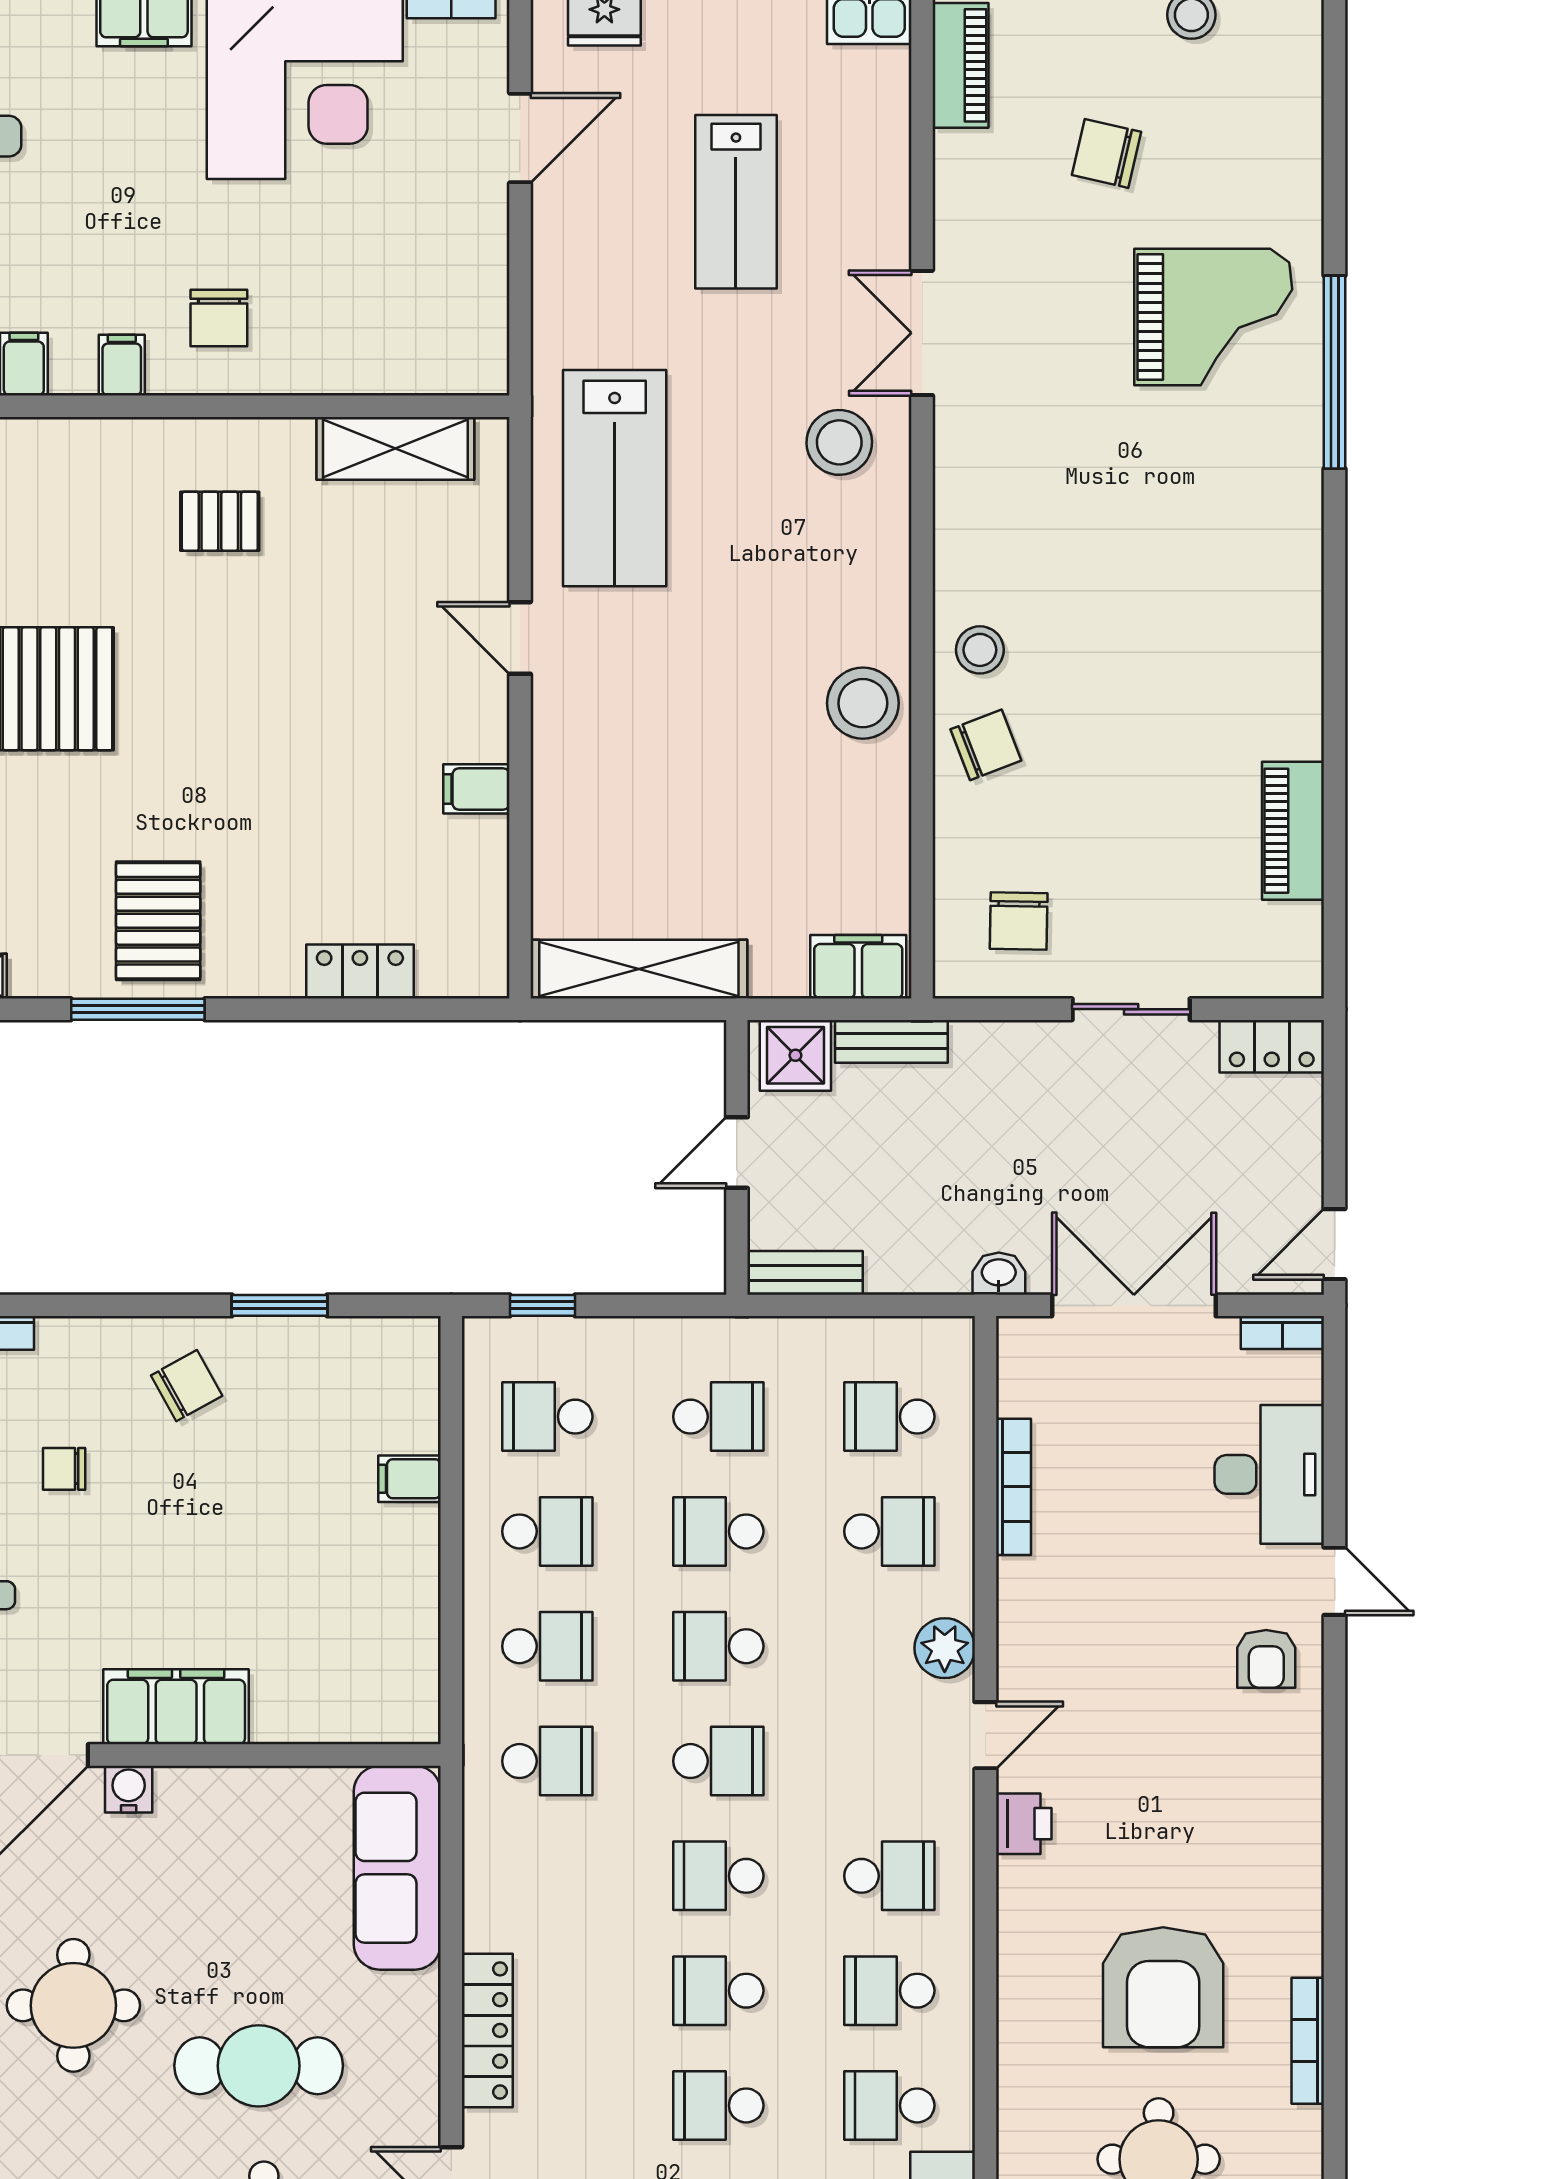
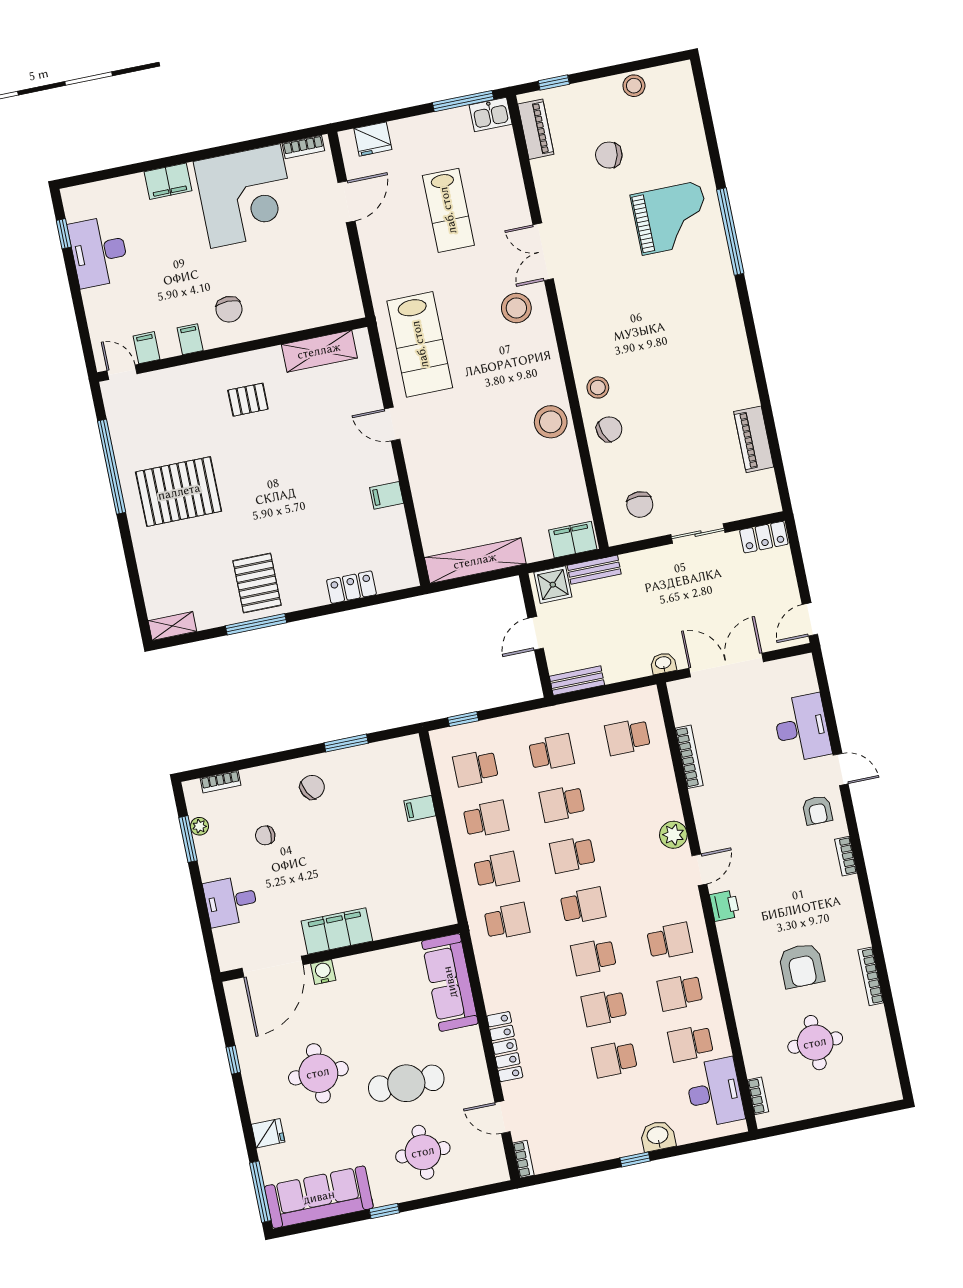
bookcase: (1282, 1333) -> (846, 856), moved, turned 90
school desk: (889, 1531) -> (638, 788), removed
armchair: (1163, 1987) -> (801, 966), width x0.73, depth x0.73

